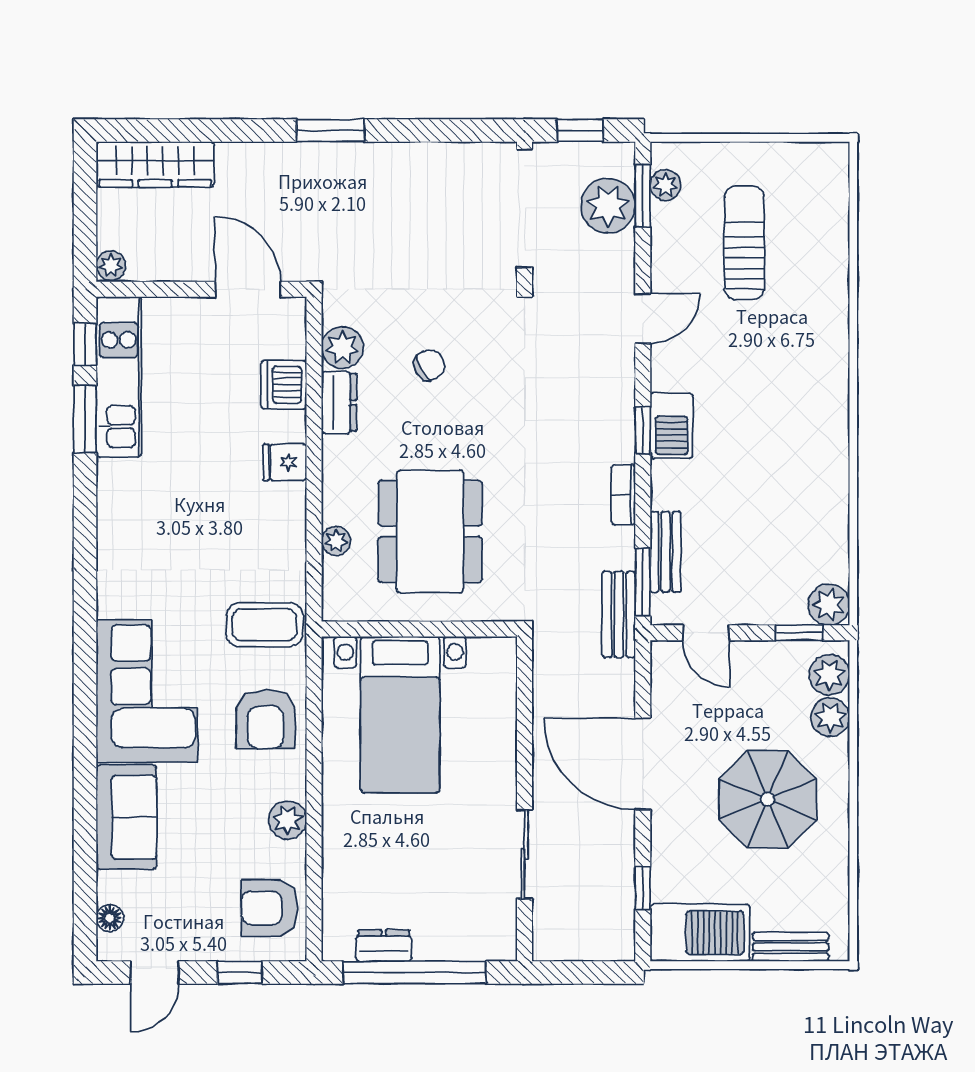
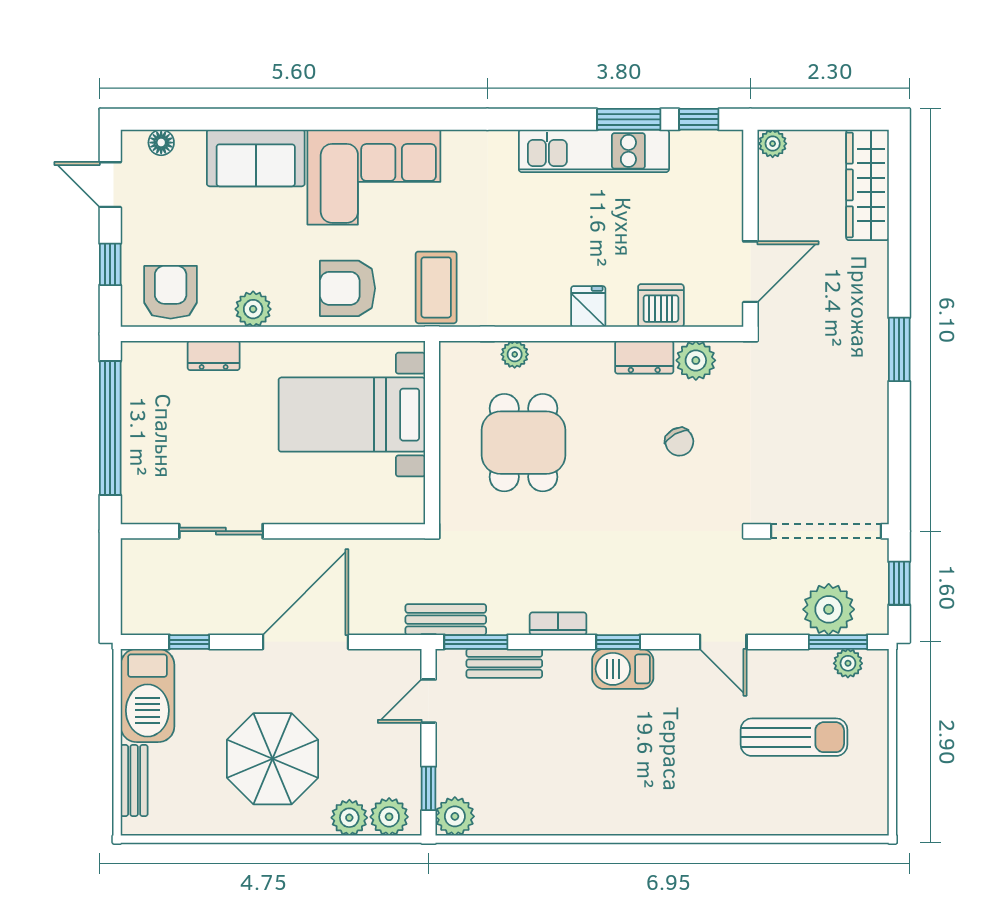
kitchen unit: (119, 377) -> (594, 151), moved
dining table: (430, 531) -> (523, 443), width x0.73
dresser: (384, 946) -> (214, 356), moved, turned 90

